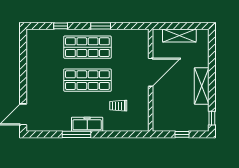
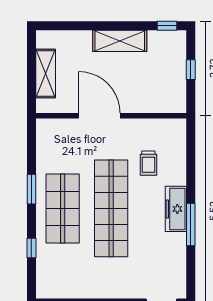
shop shelf: (87, 80) -> (111, 208), width x1.40

